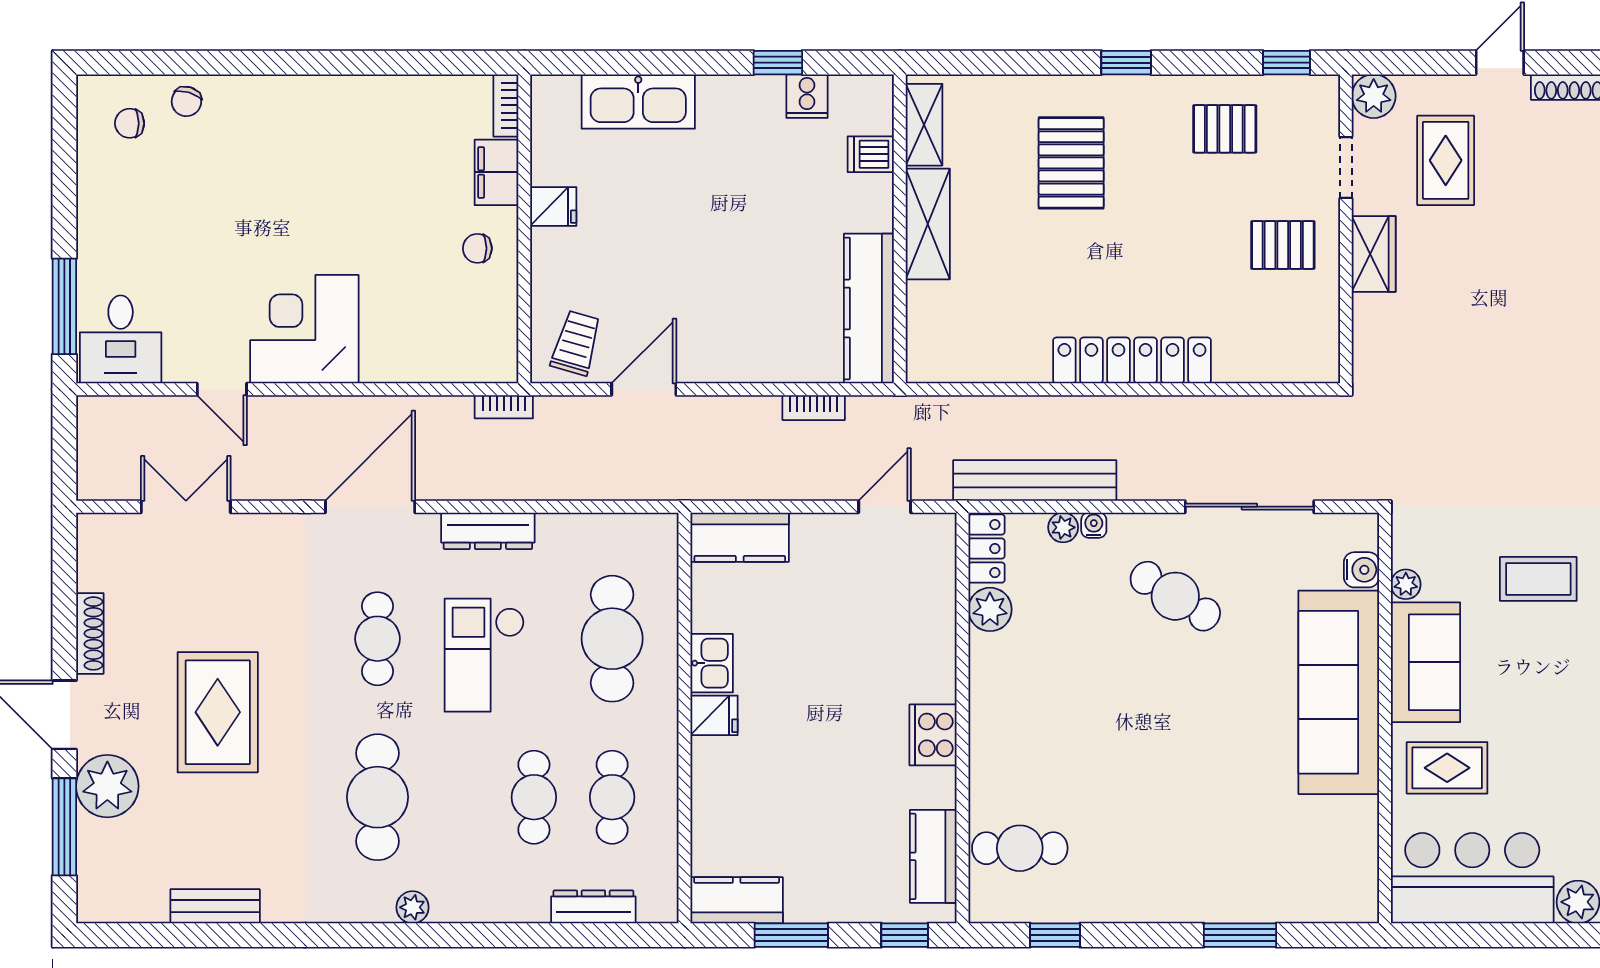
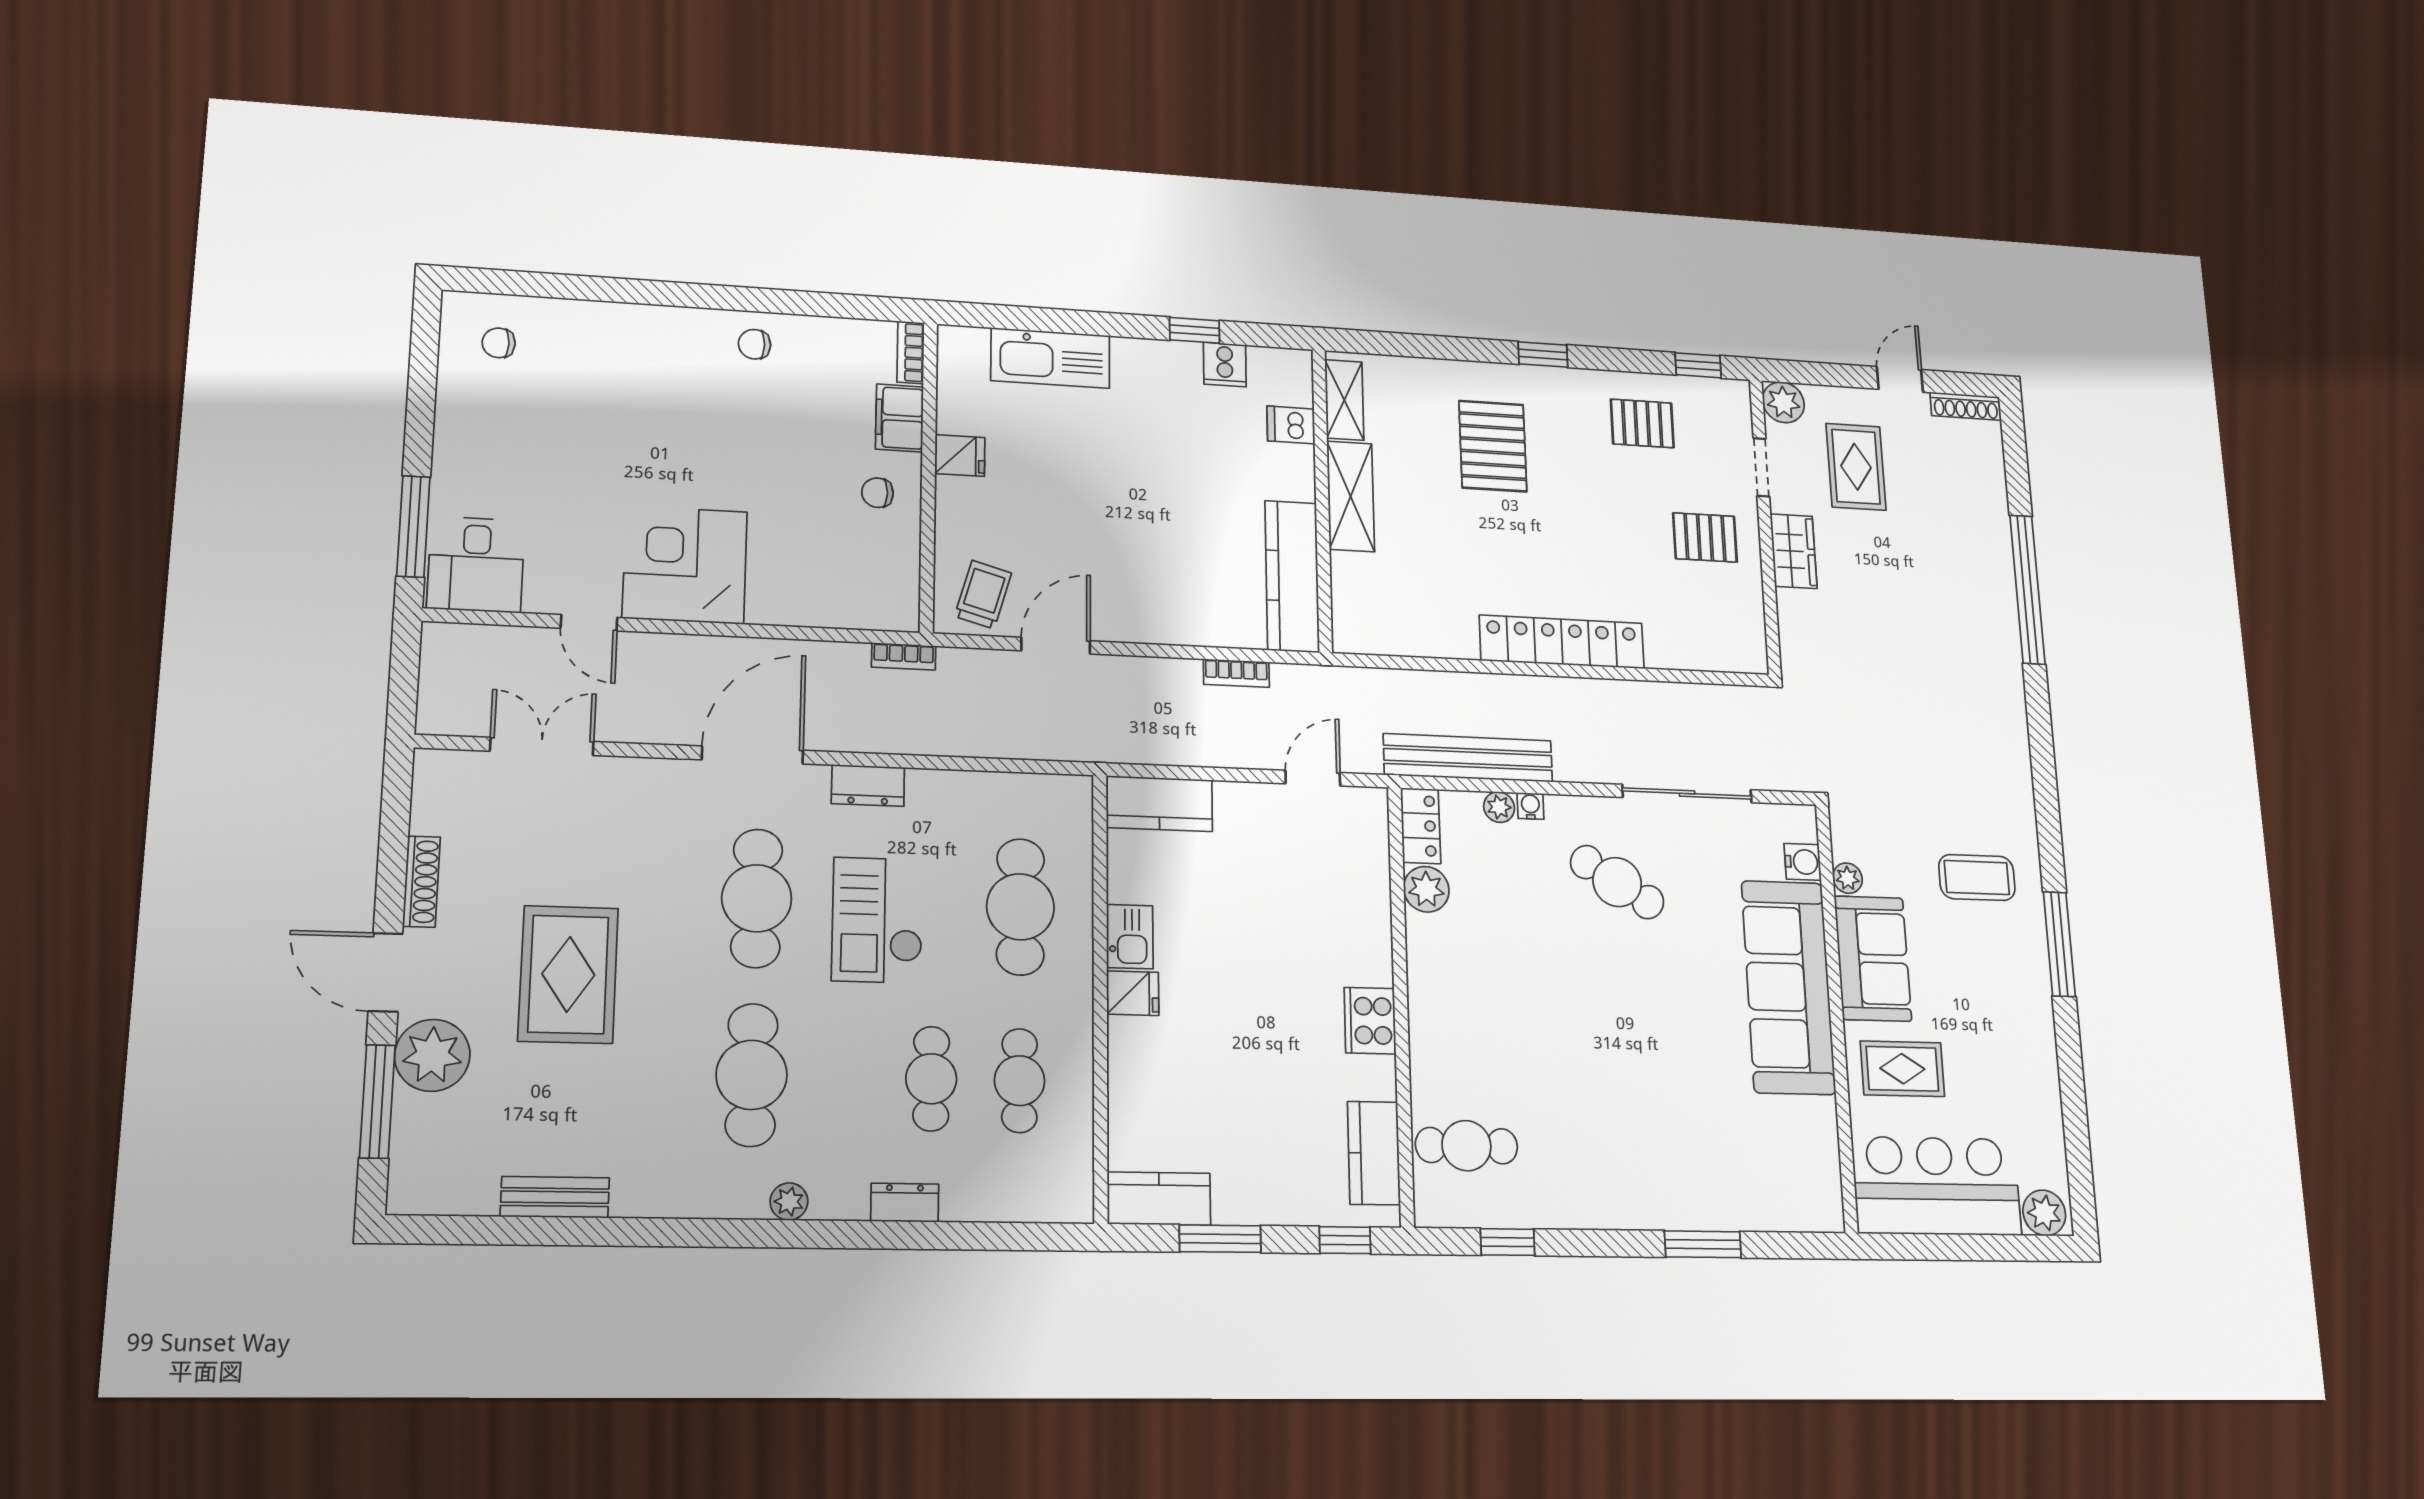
chair: (186, 101) -> (754, 344), moved, turned 73
dresser: (488, 531) -> (868, 786), width x0.70
cafe table: (377, 639) -> (757, 898), width x1.37, depth x1.35
dresser: (593, 907) -> (905, 1203), moved, width x0.70

